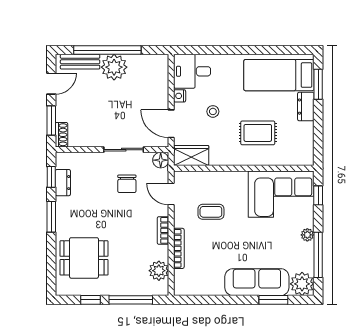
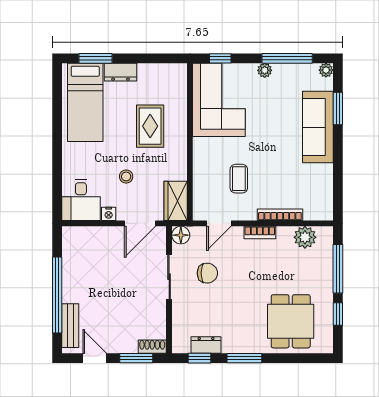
plant: (114, 67) -> (76, 288), removed
plant: (302, 284) -> (326, 70), width x0.53, depth x0.53

